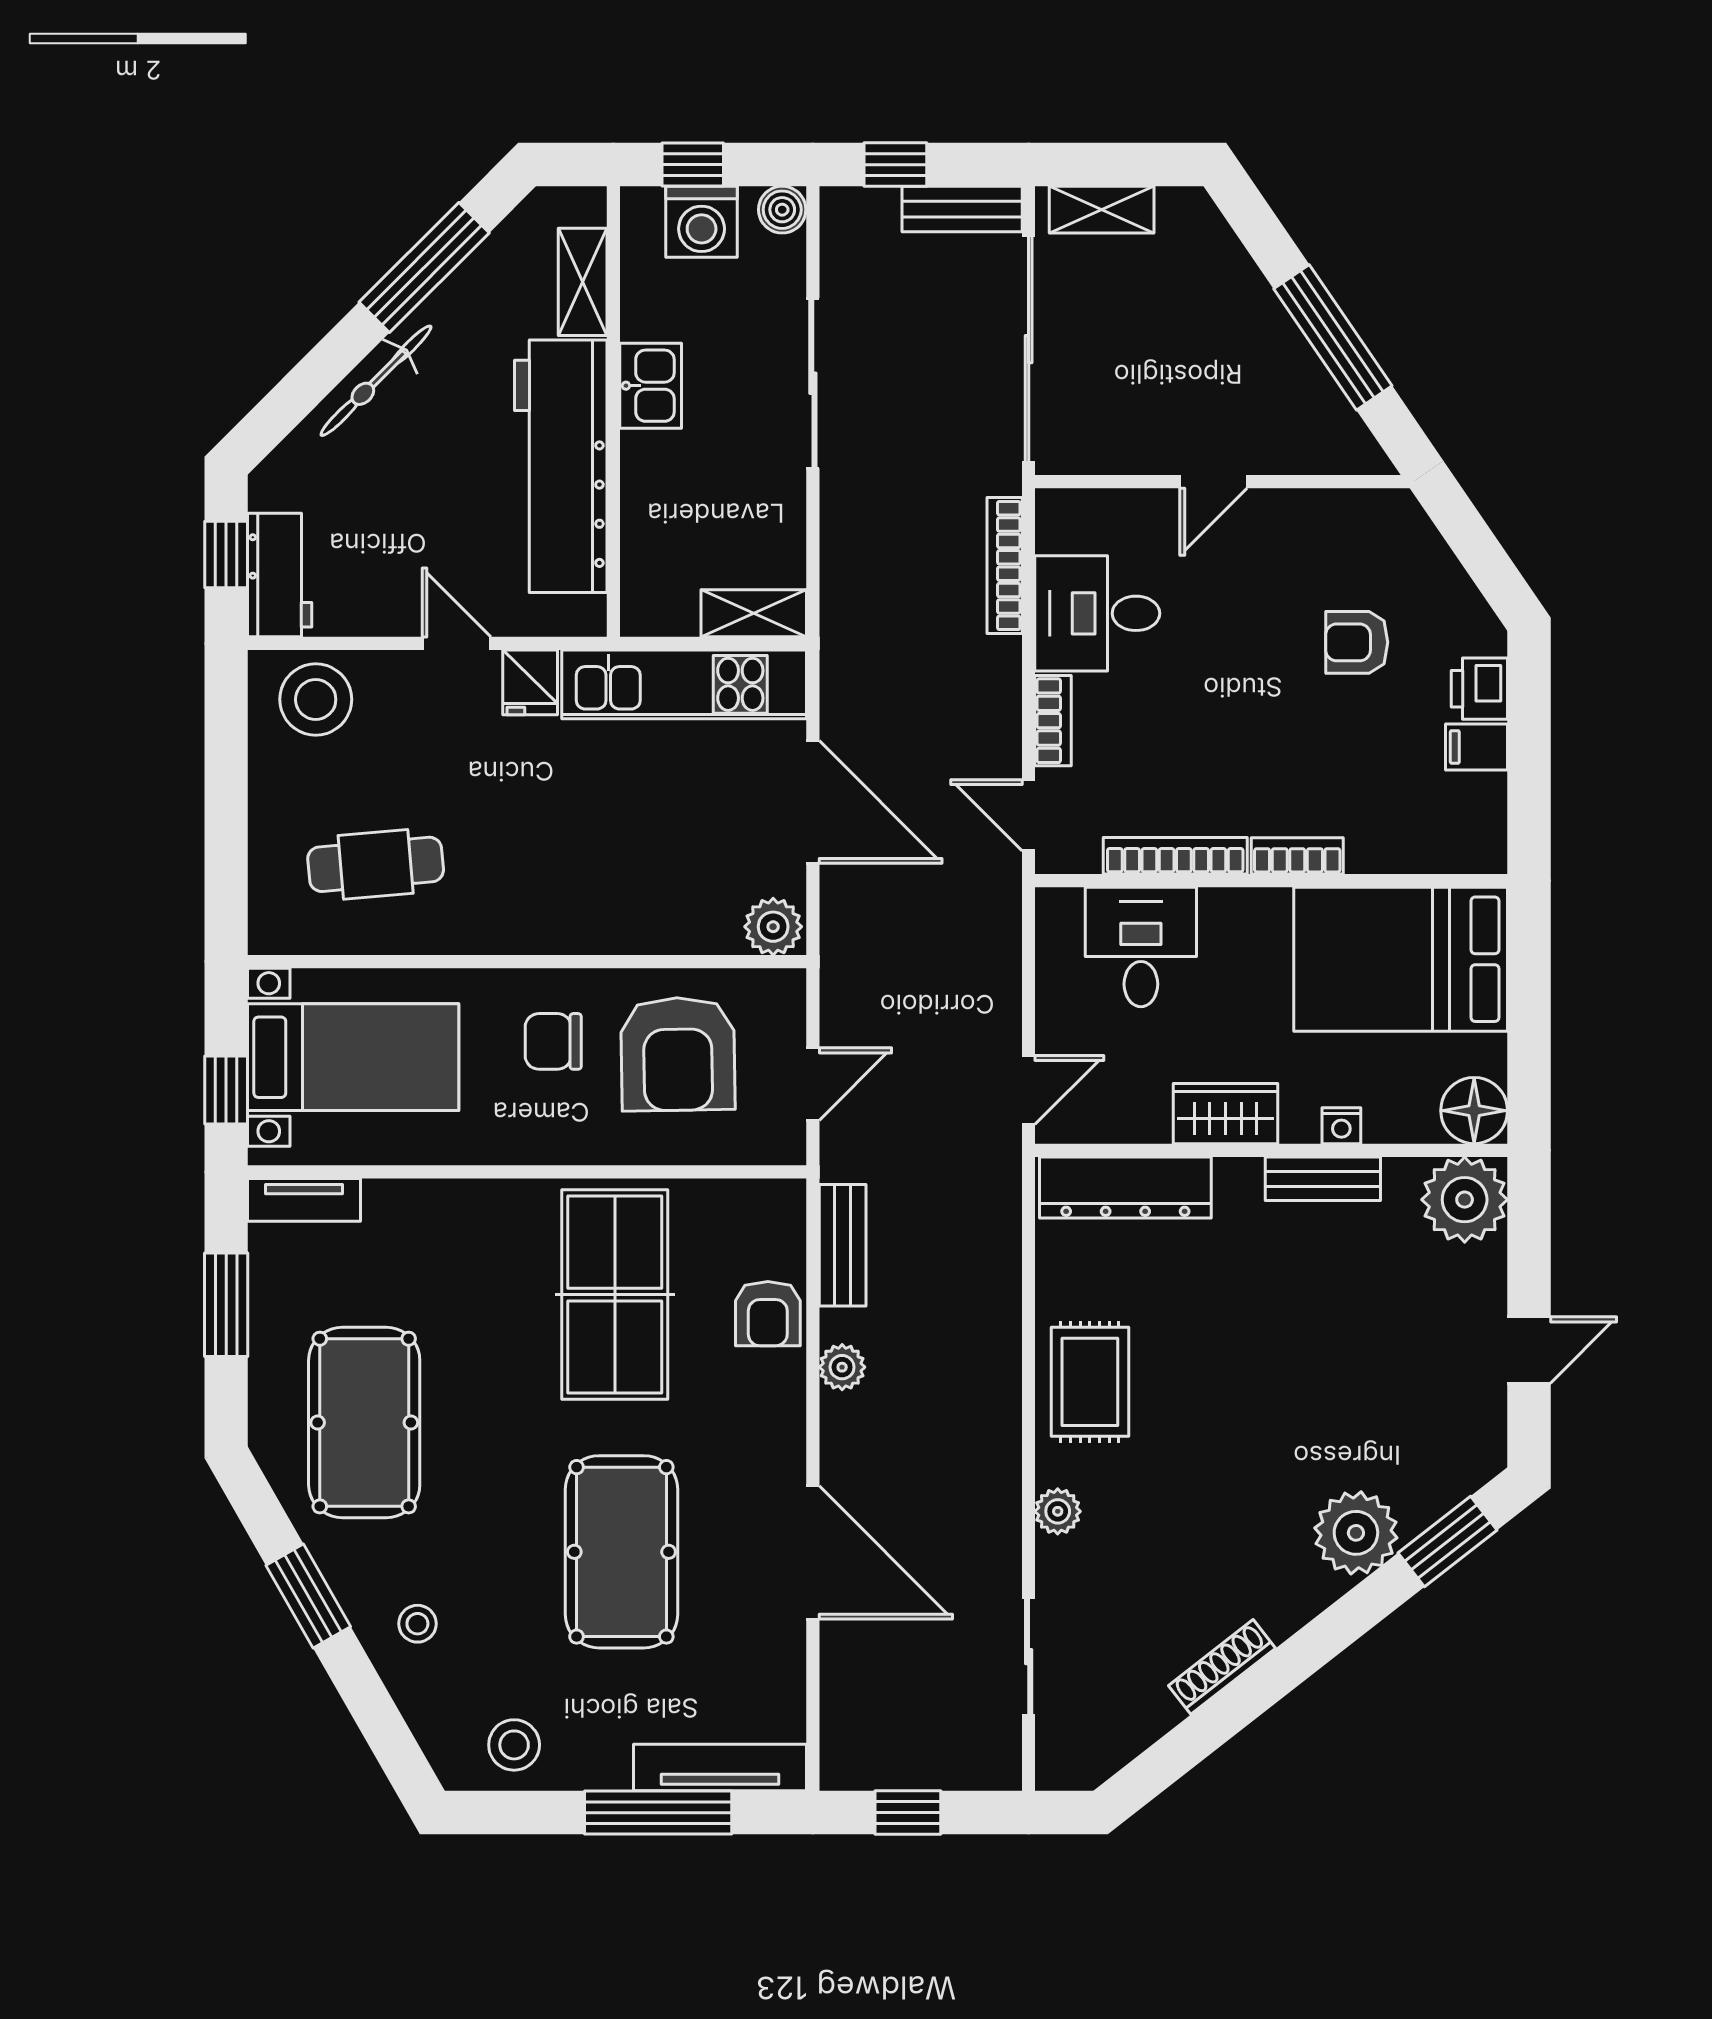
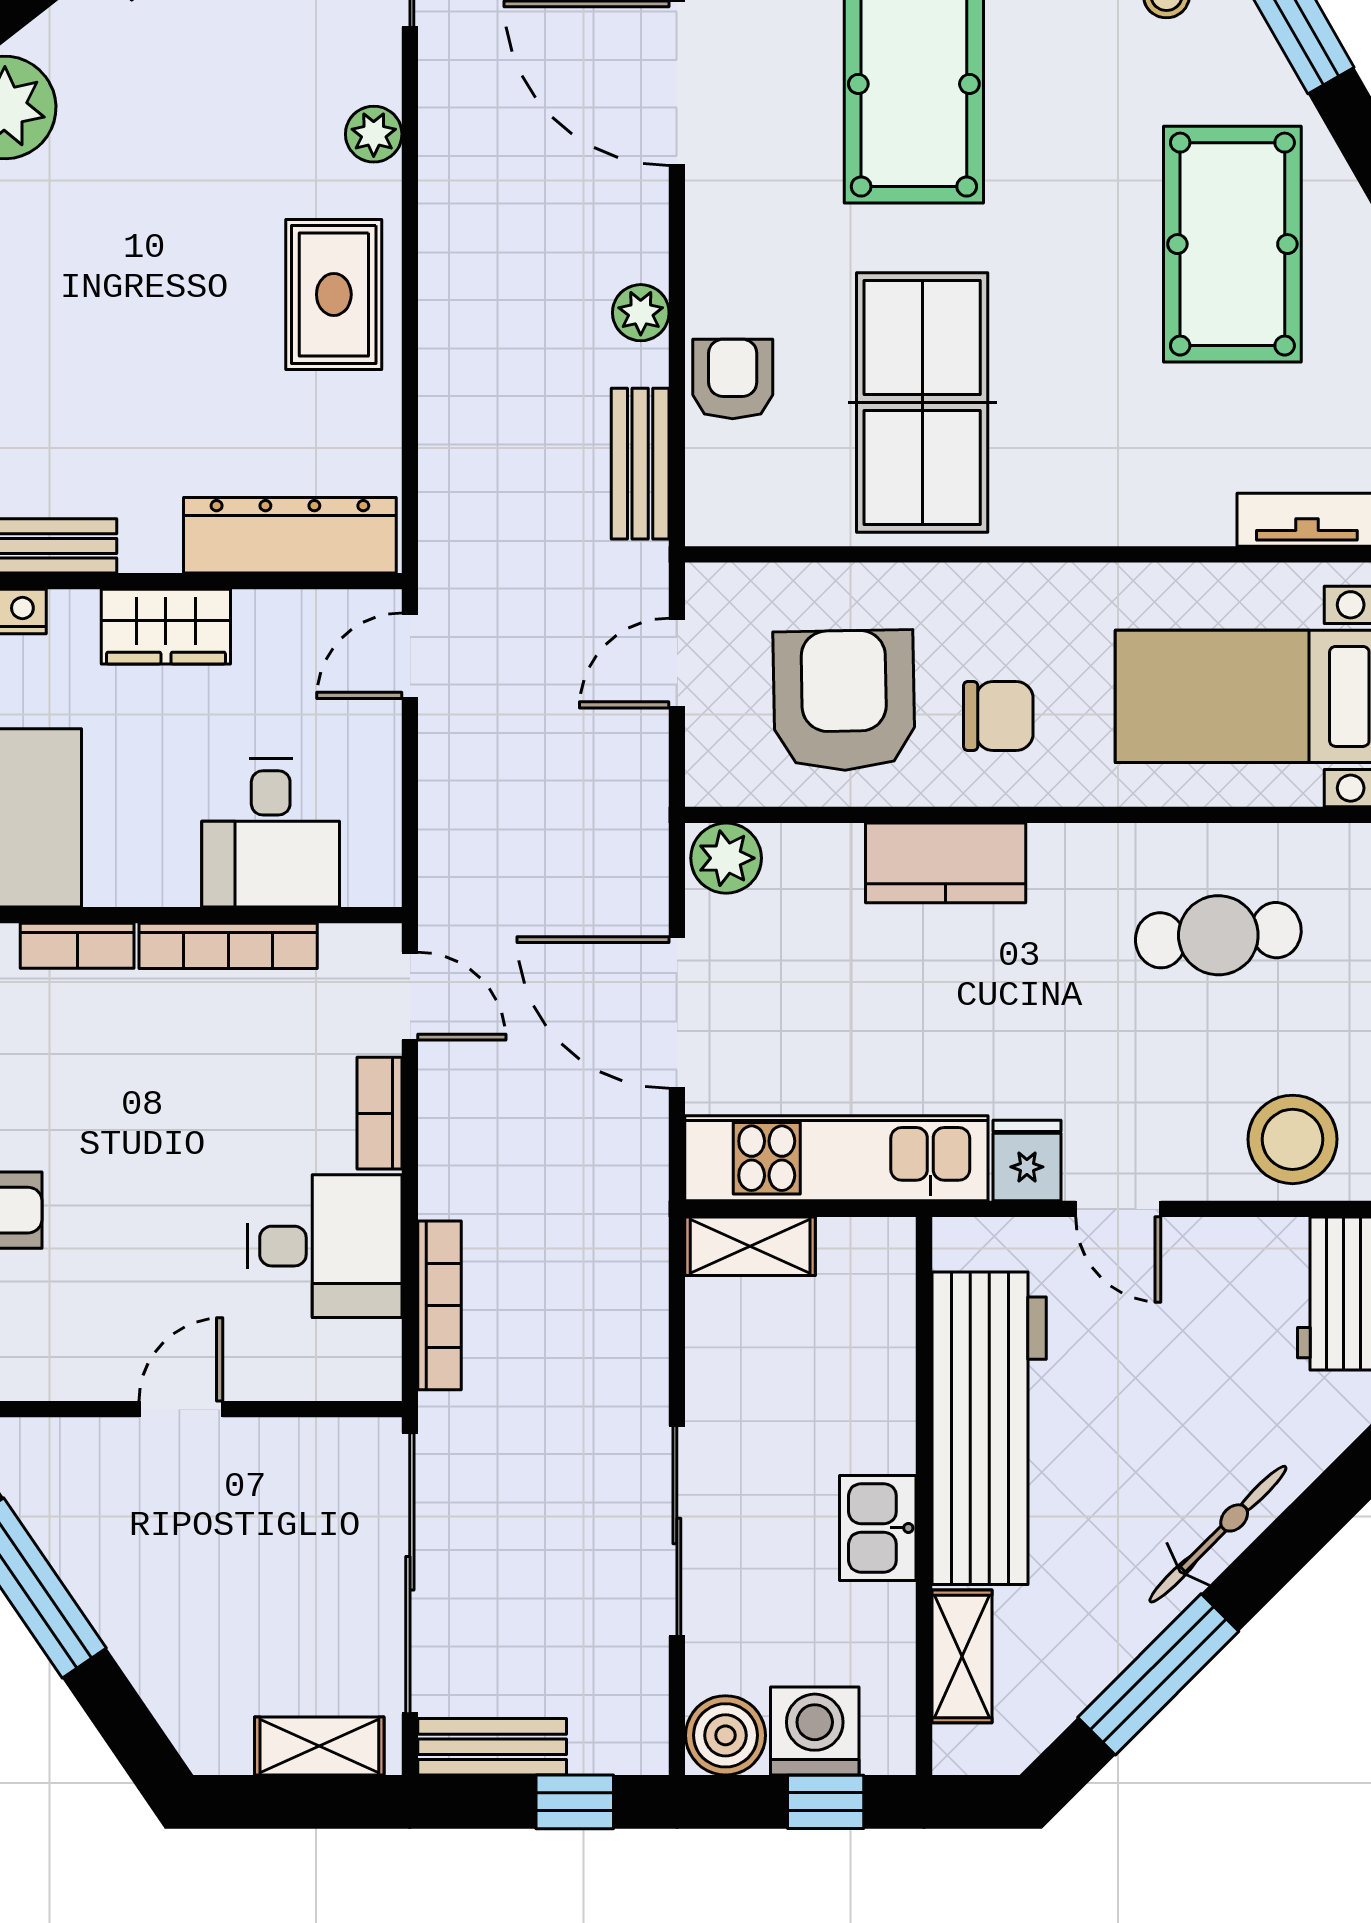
boiler: (782, 210) -> (725, 1735), width x1.36, depth x1.36
kitchen counter: (596, 923) -> (946, 863), added

